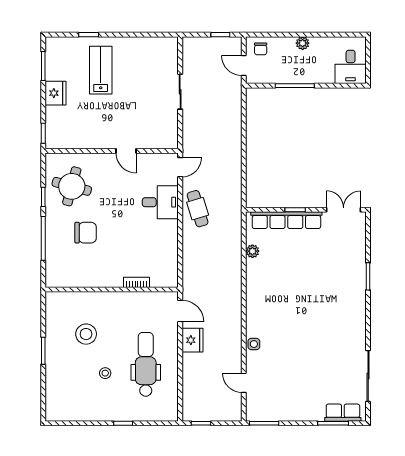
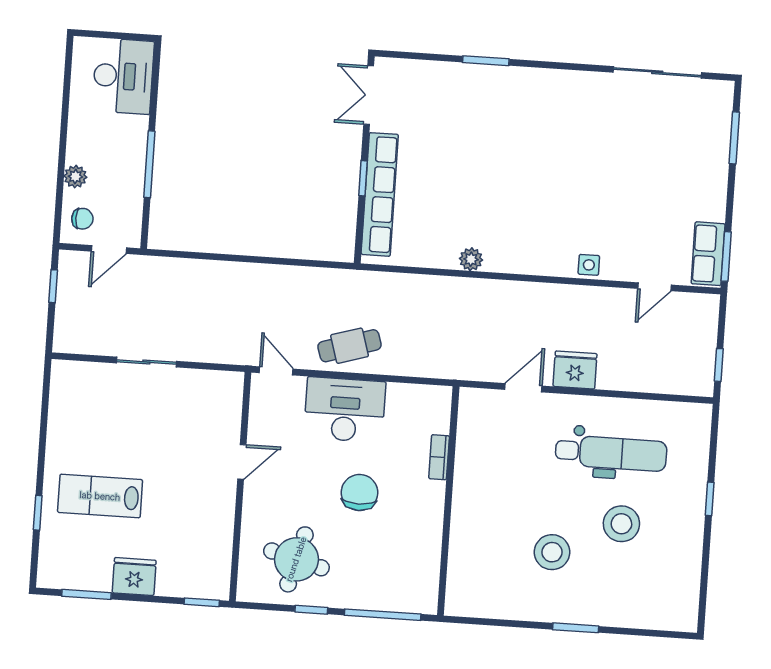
plant: (303, 43) -> (75, 177), moved
desk: (351, 67) -> (123, 76), width x1.37
desk: (160, 202) -> (345, 410), width x1.37
chair: (86, 233) -> (359, 492), moved
plant: (252, 251) -> (471, 259), moved
bookcase: (137, 282) -> (439, 457), moved
wall: (112, 289) -> (448, 501), moved
dental chair: (146, 364) -> (611, 453), turned 180
stool: (105, 373) -> (621, 524), width x1.89, depth x1.89
row of seats: (343, 413) -> (708, 254), moved

